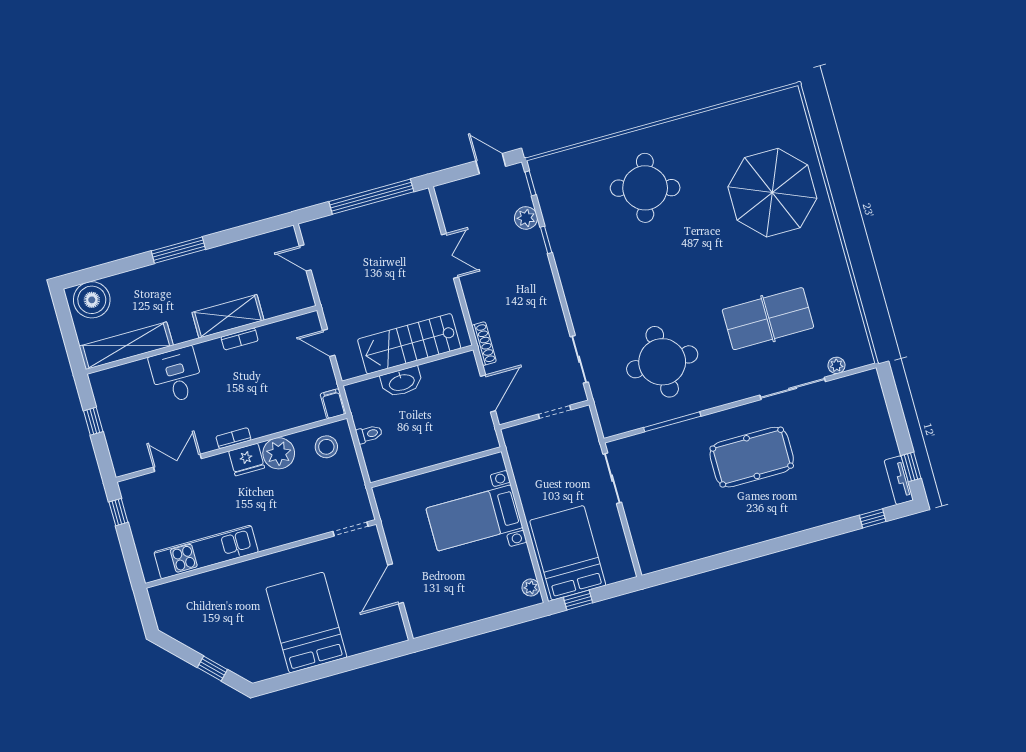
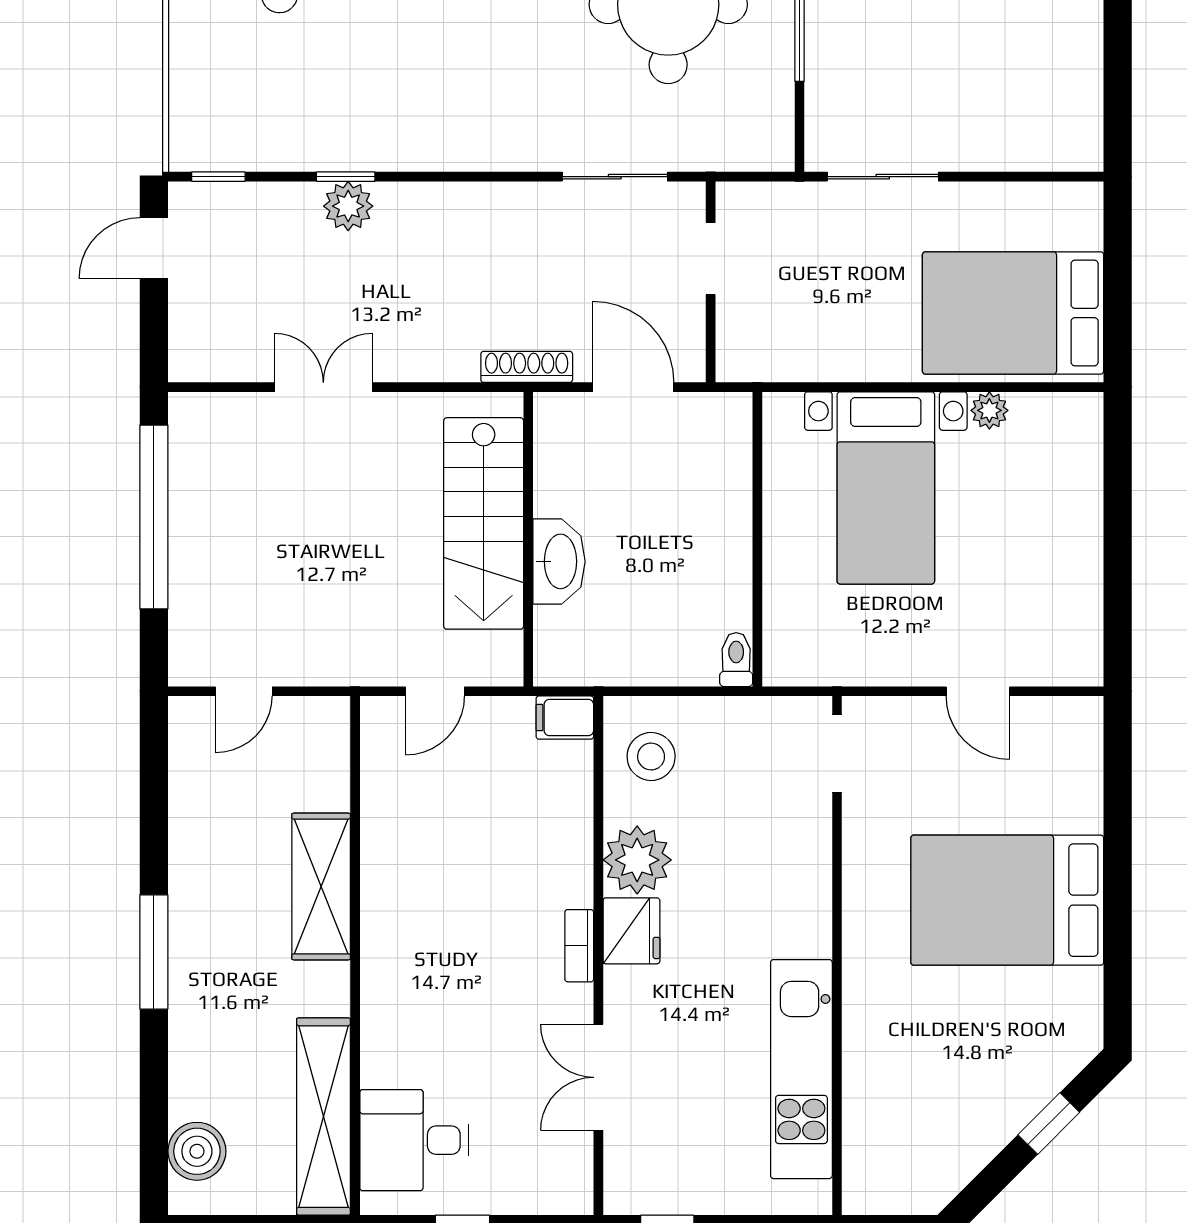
plant: (526, 218) -> (348, 206), moved
boiler: (92, 300) -> (197, 1151), width x0.73, depth x0.73
bookcase: (240, 339) -> (375, 875), removed
desk: (176, 375) -> (414, 1140), moved
toilet: (369, 434) -> (736, 660), moved
door: (395, 584) -> (978, 691), width x0.73
plant: (531, 588) -> (989, 410), moved
window: (578, 600) -> (1118, 319), removed

